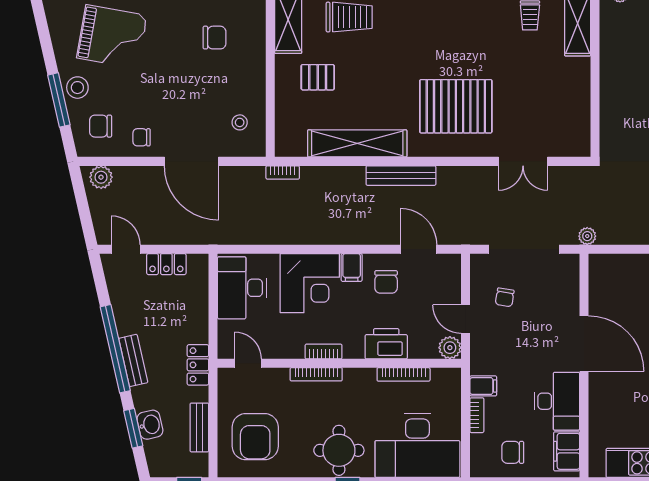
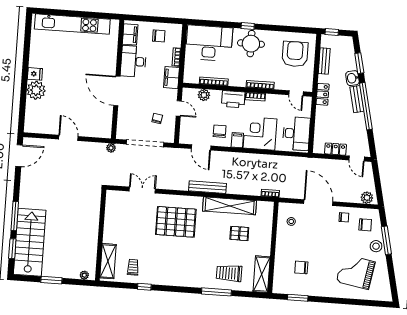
pallet: (318, 77) -> (239, 233), moved
printer: (386, 344) -> (233, 99), moved
plant: (450, 348) -> (204, 95), moved
filing cabinet: (483, 386) -> (172, 78), width x2.00
washbasin: (150, 425) -> (352, 78), moved

